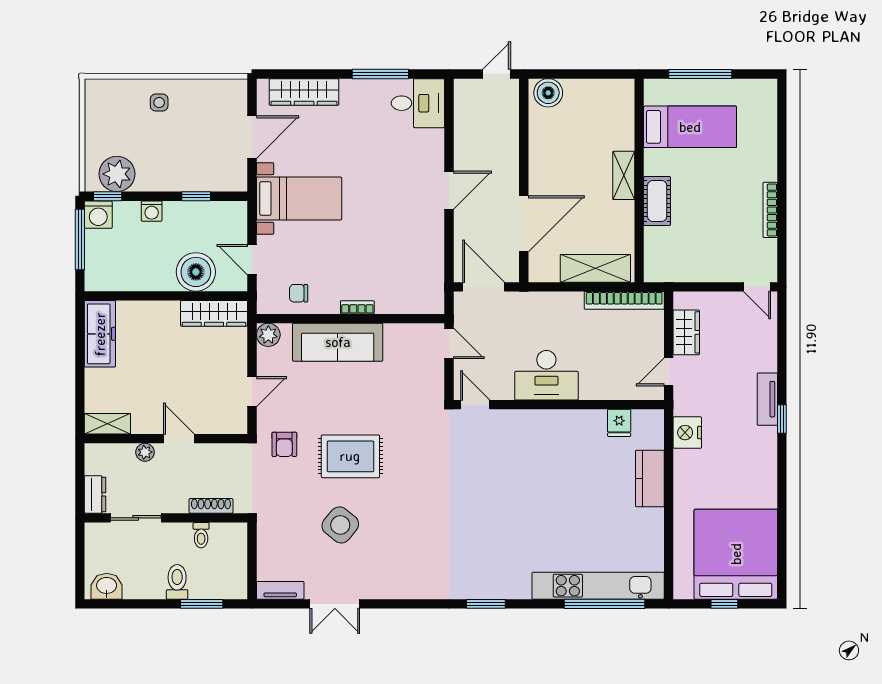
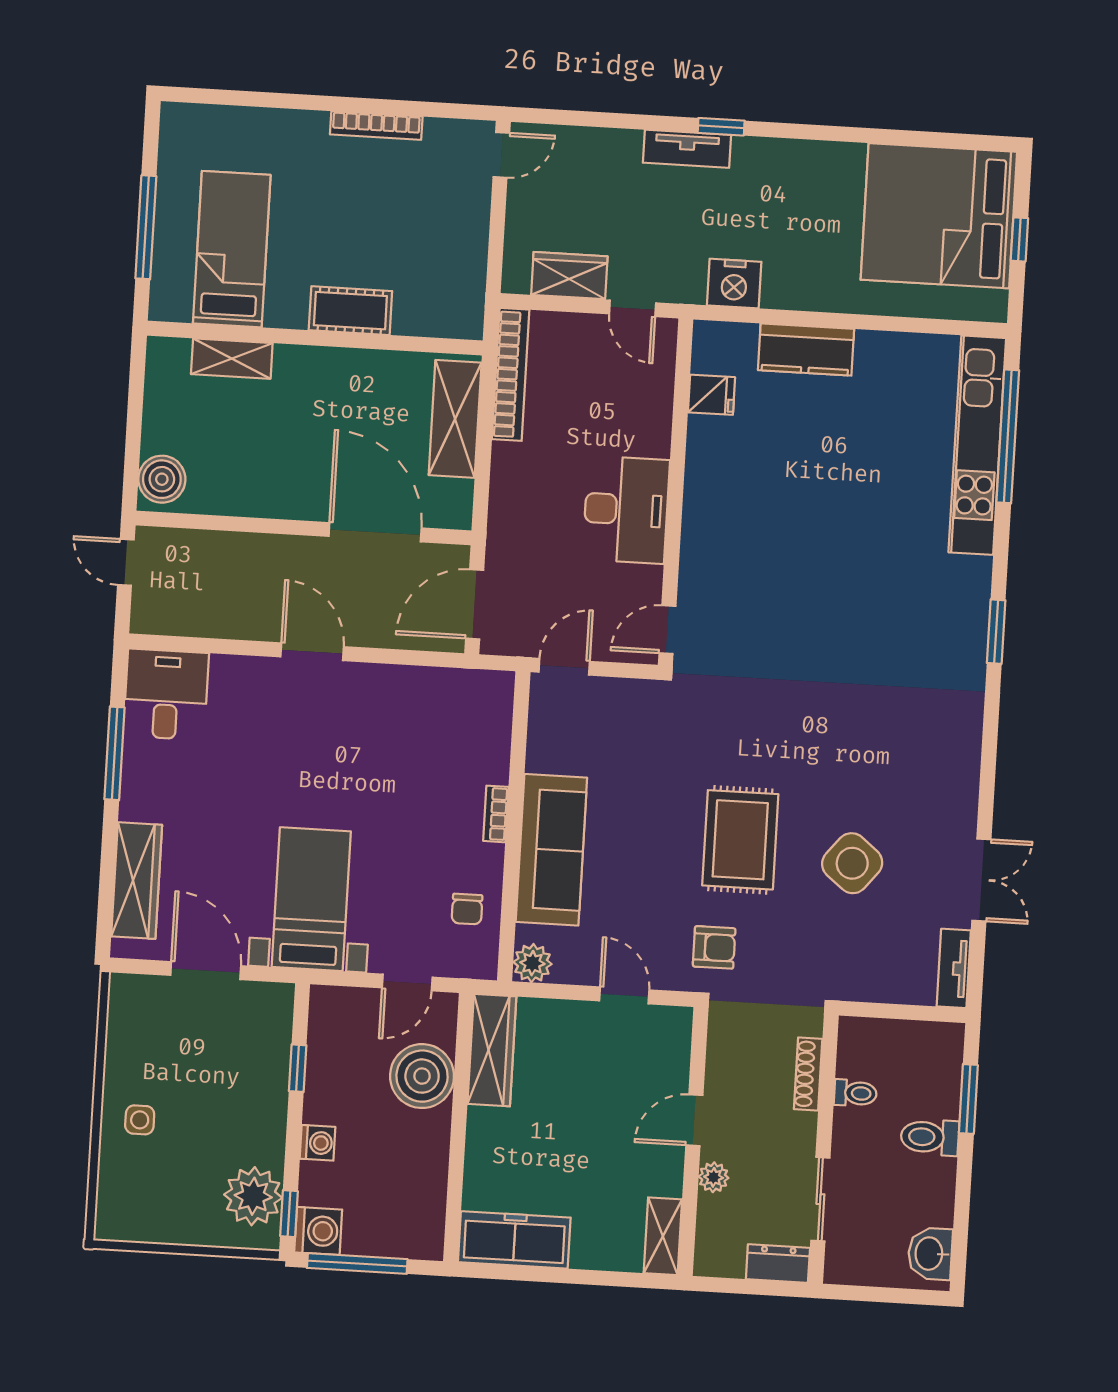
shelving: (624, 175) -> (232, 359), moved

